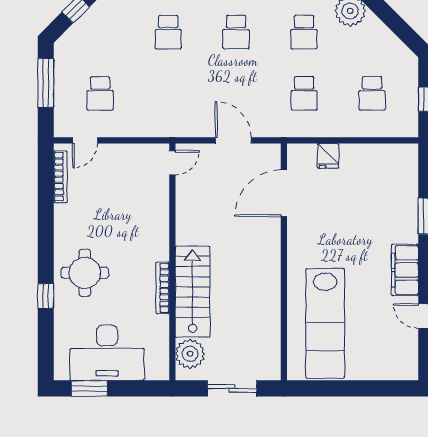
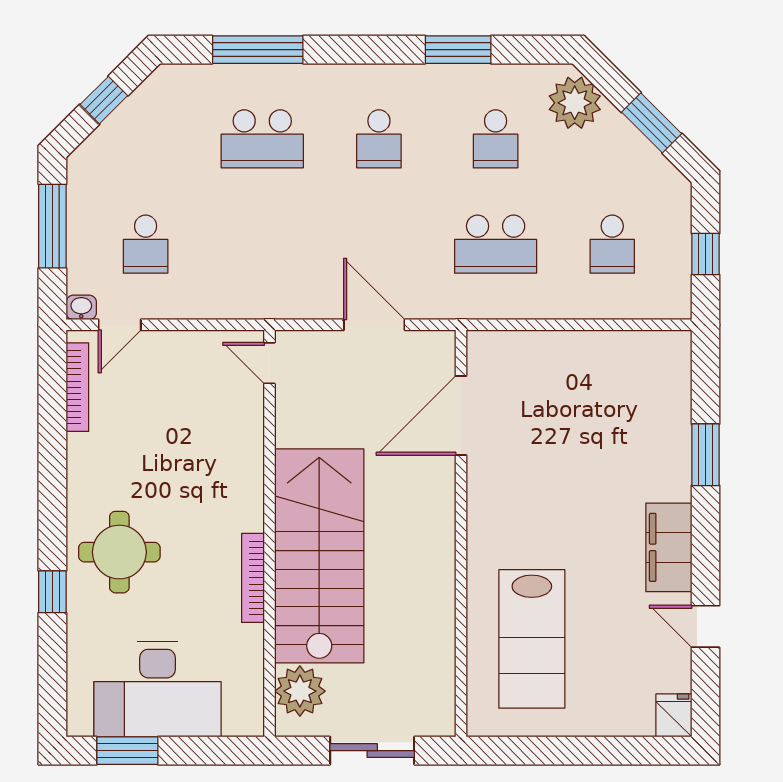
window: (395, 23) -> (652, 123), added
school desk: (168, 32) -> (262, 139), width x1.85
school desk: (304, 93) -> (496, 244), width x1.85
washbasin: (63, 130) -> (81, 307), added
fridge: (328, 156) -> (674, 715), moved, turned 180
door: (172, 163) -> (269, 363), swing flipped
stairs: (193, 292) -> (319, 556), width x1.36, depth x1.51
lab bench: (325, 323) -> (532, 639), width x0.73

